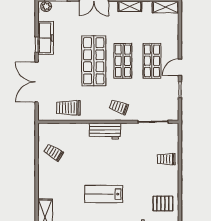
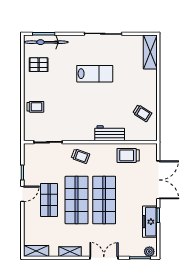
shop shelf: (123, 61) -> (77, 200), width x1.43, depth x1.36
trolley: (68, 108) -> (128, 155), turned 180
workbench: (105, 131) -> (110, 133), moved

